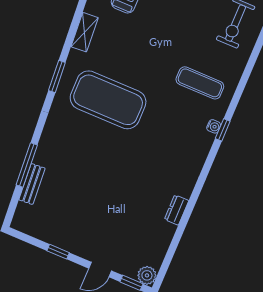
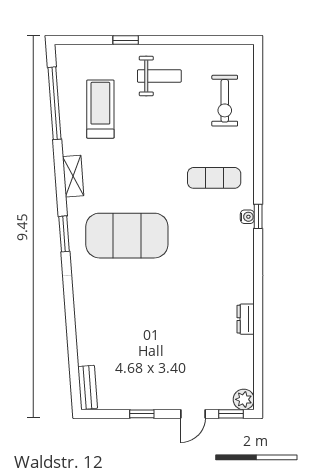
window: (27, 165) -> (72, 338), removed
bench: (32, 184) -> (88, 387), moved

